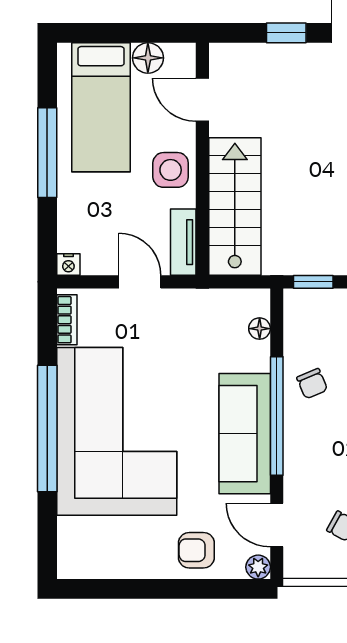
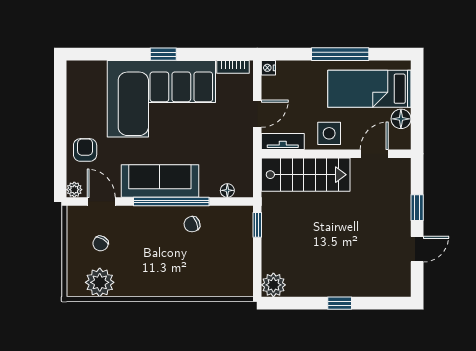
window: (47, 428) -> (163, 54), width x0.32
door: (277, 525) -> (101, 201), hinge flipped

